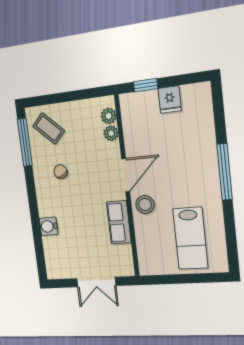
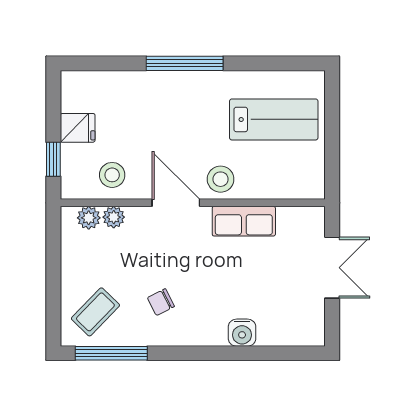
stool: (139, 129) -> (112, 175), added

